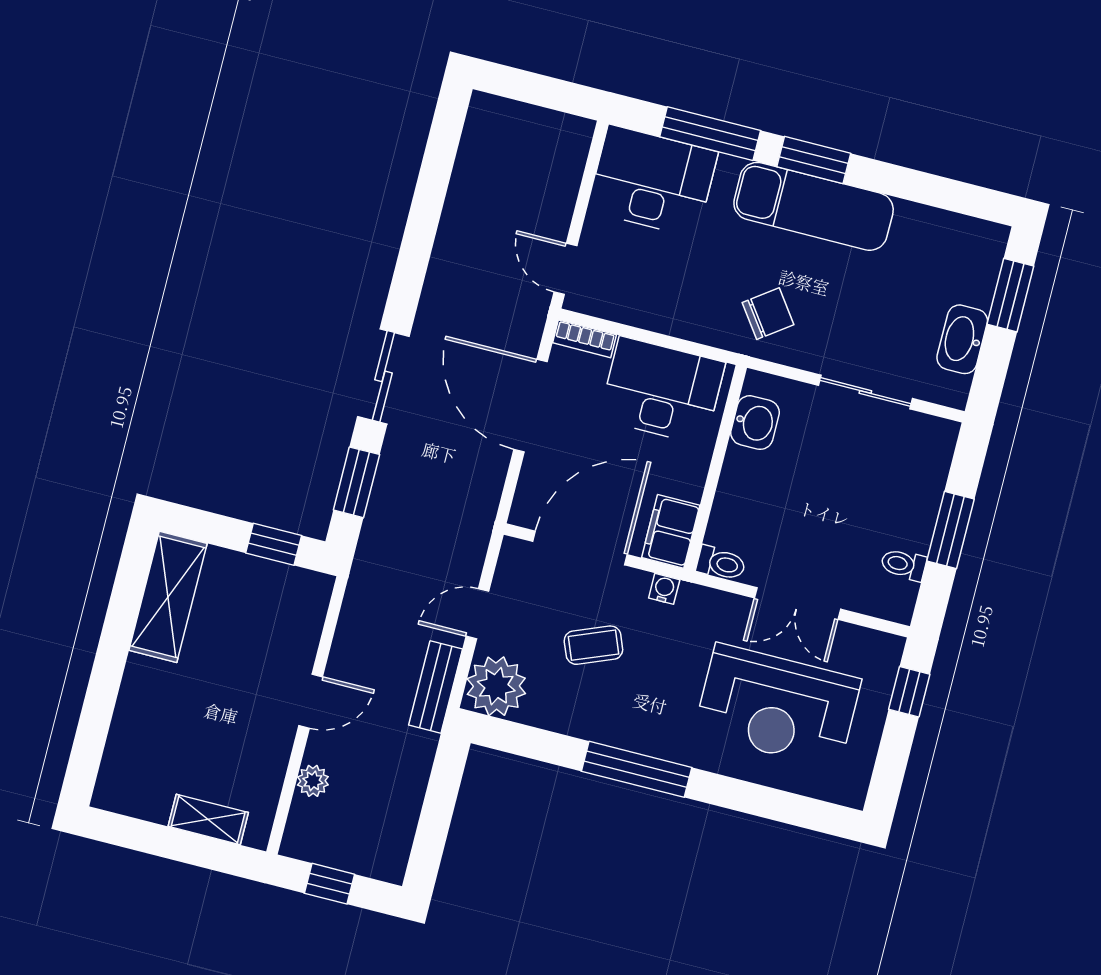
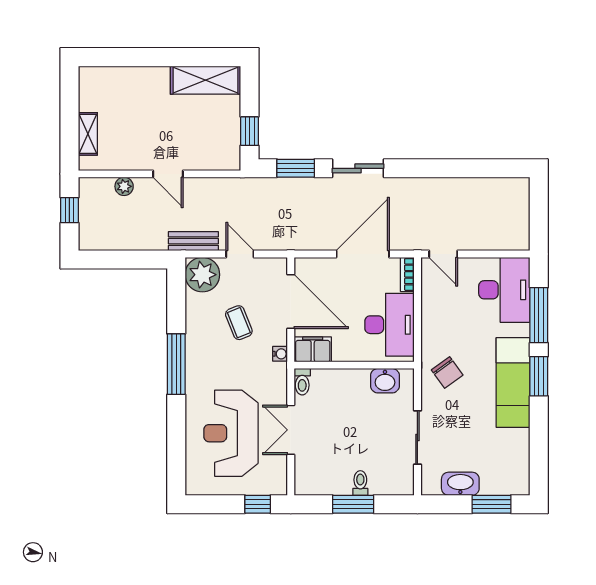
door: (565, 269) -> (443, 254), swing flipped
toilet: (903, 565) -> (360, 483), moved

